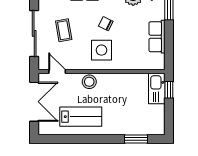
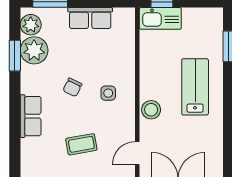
side table: (102, 50) -> (108, 93), width x0.54, depth x0.54
lab bench: (81, 117) -> (195, 87), moved

